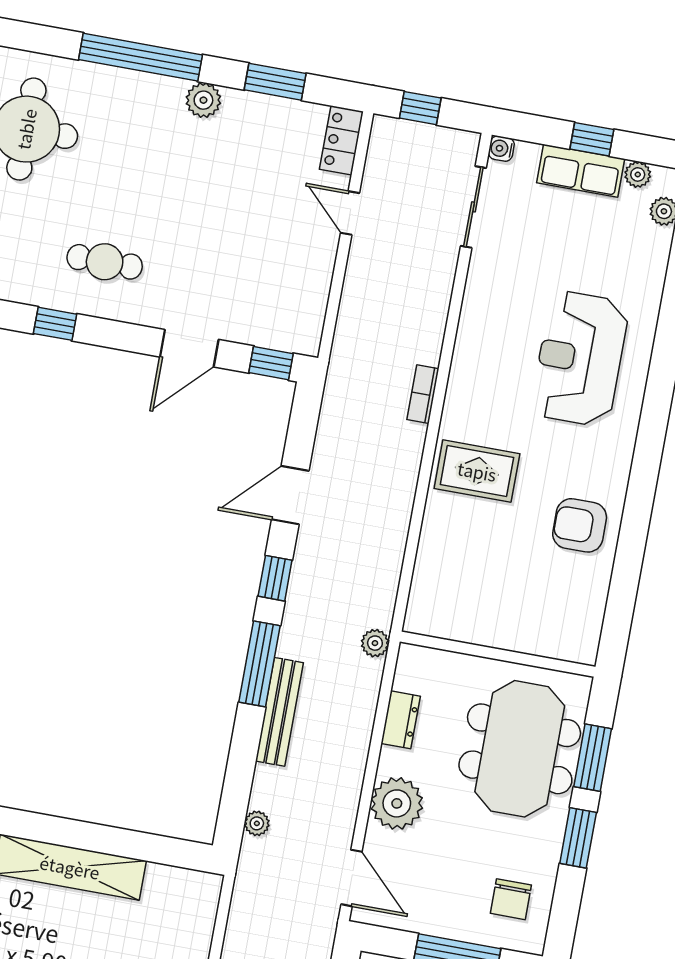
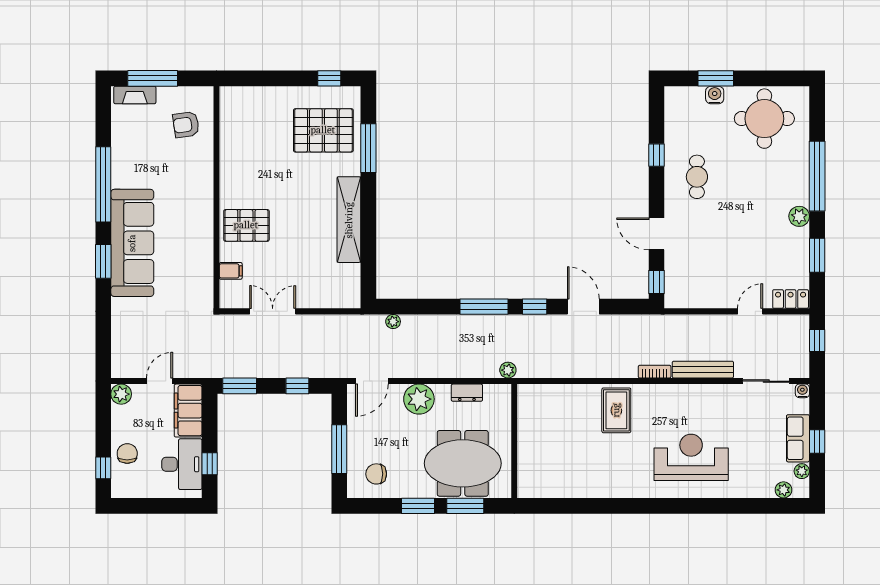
armchair: (580, 525) -> (596, 474), removed
bench: (279, 712) -> (703, 370), moved

